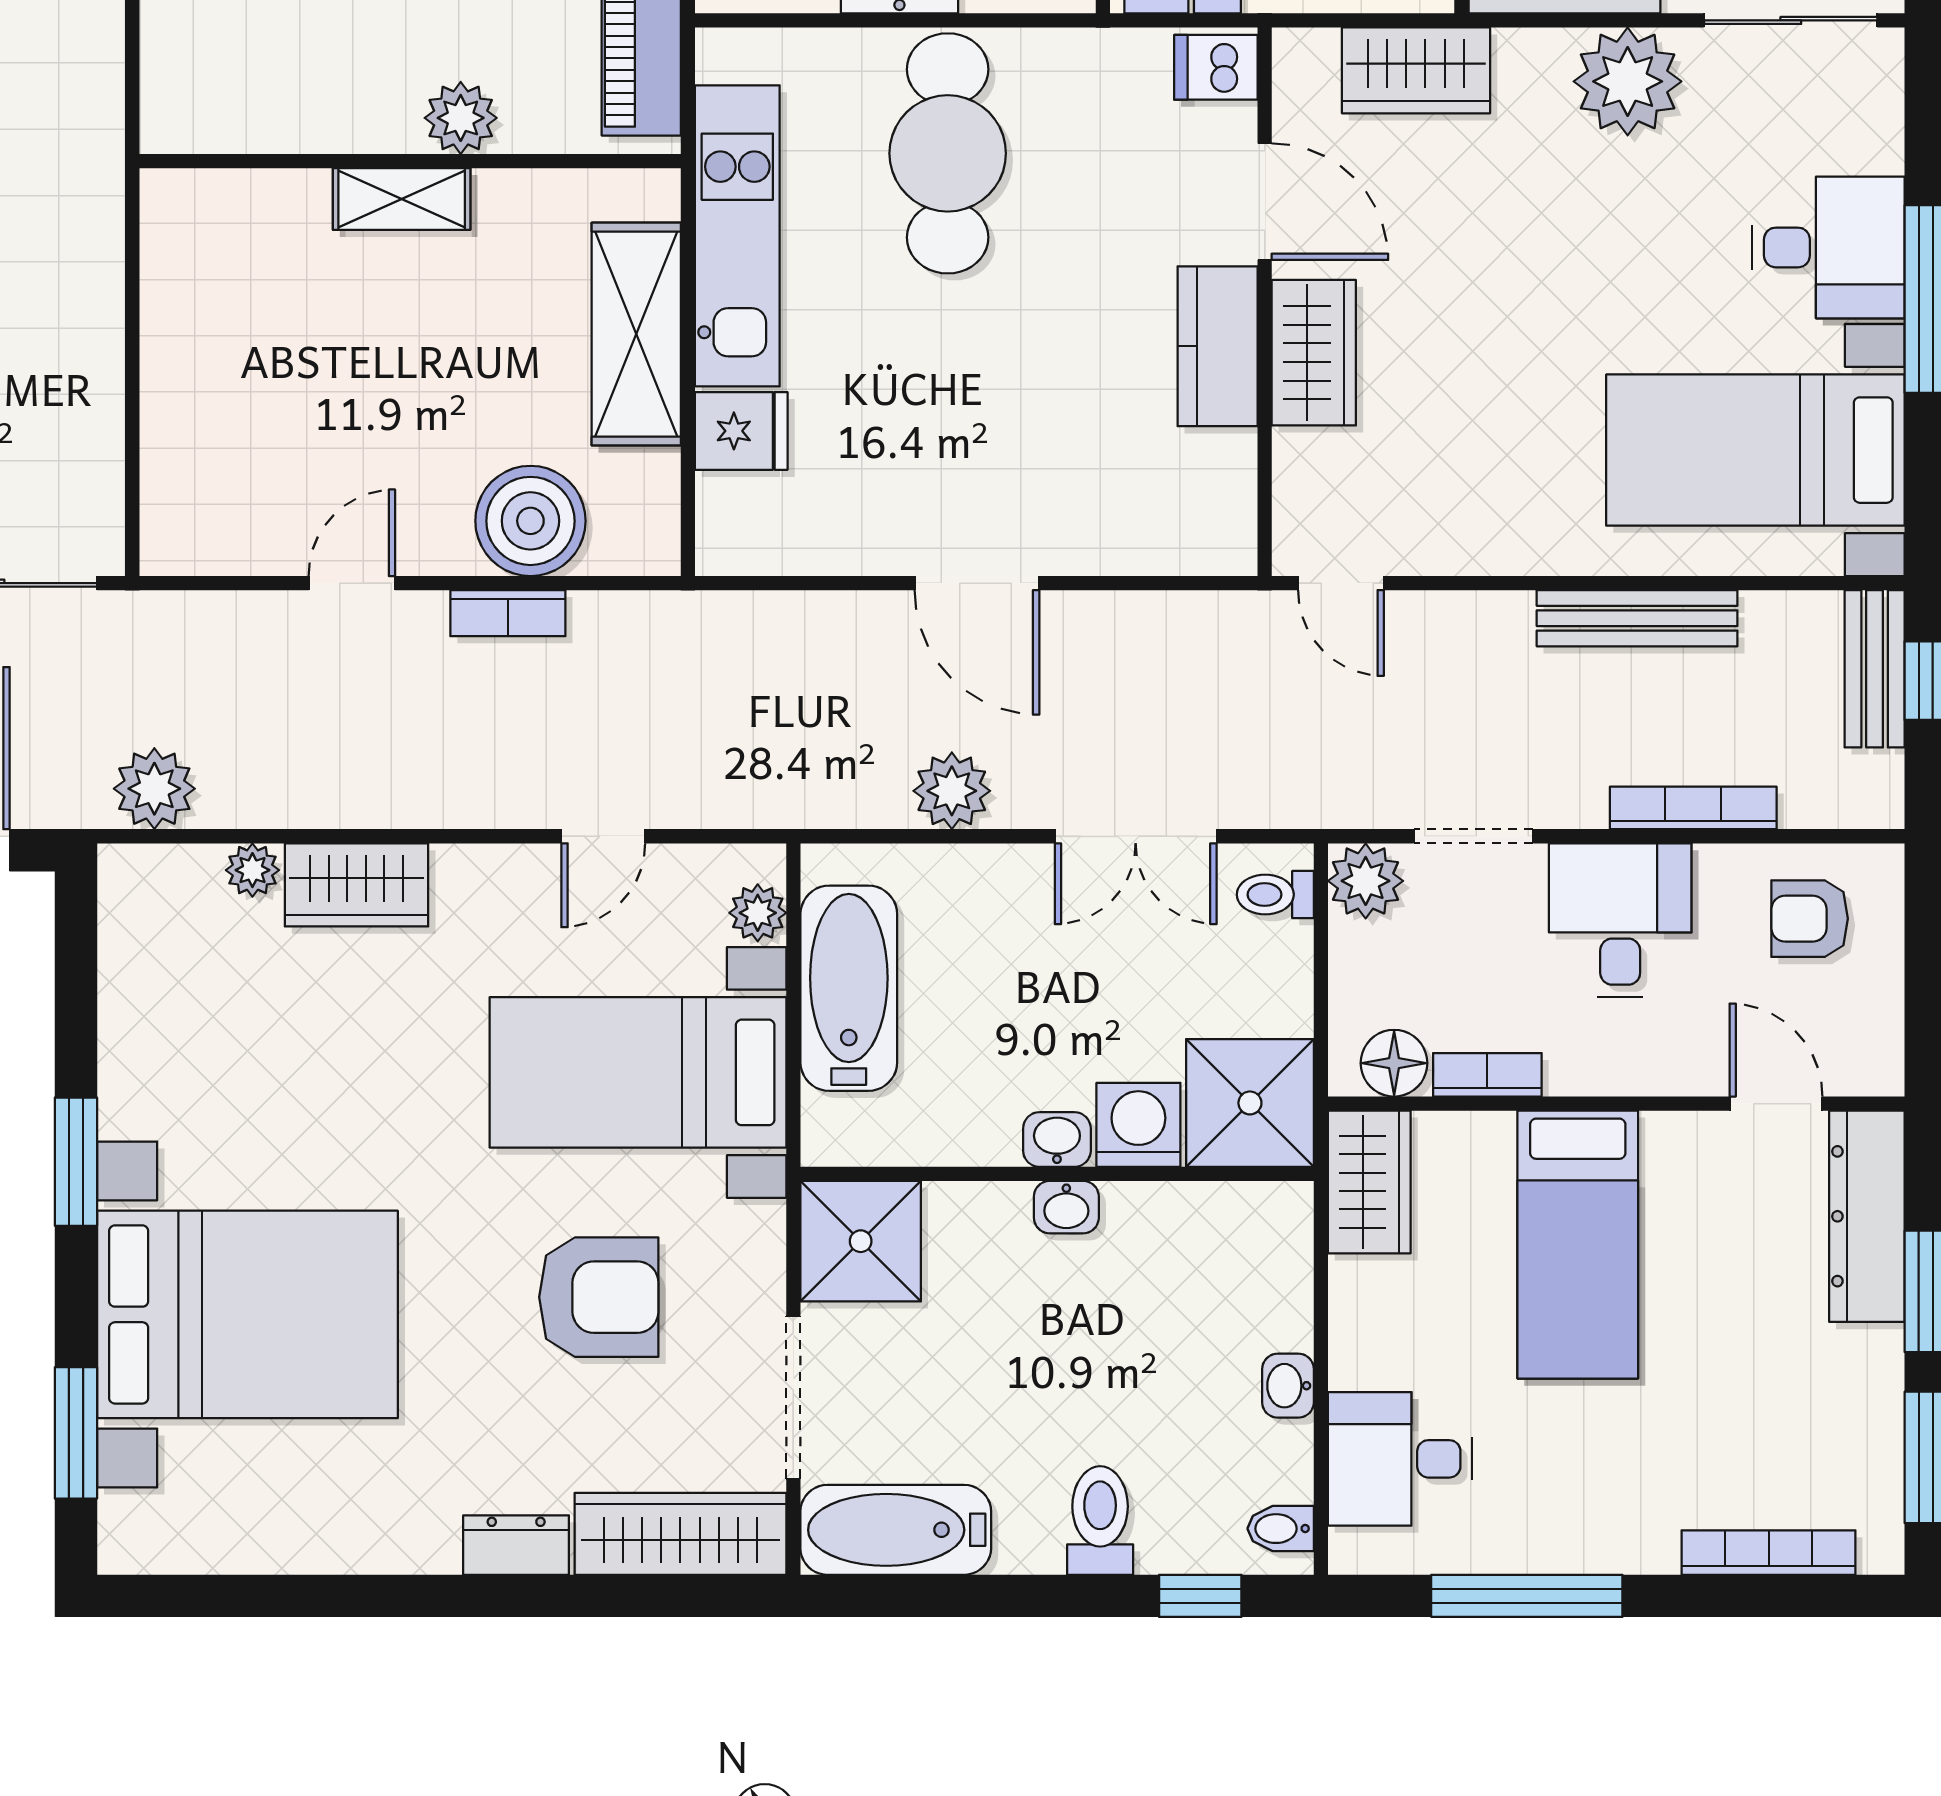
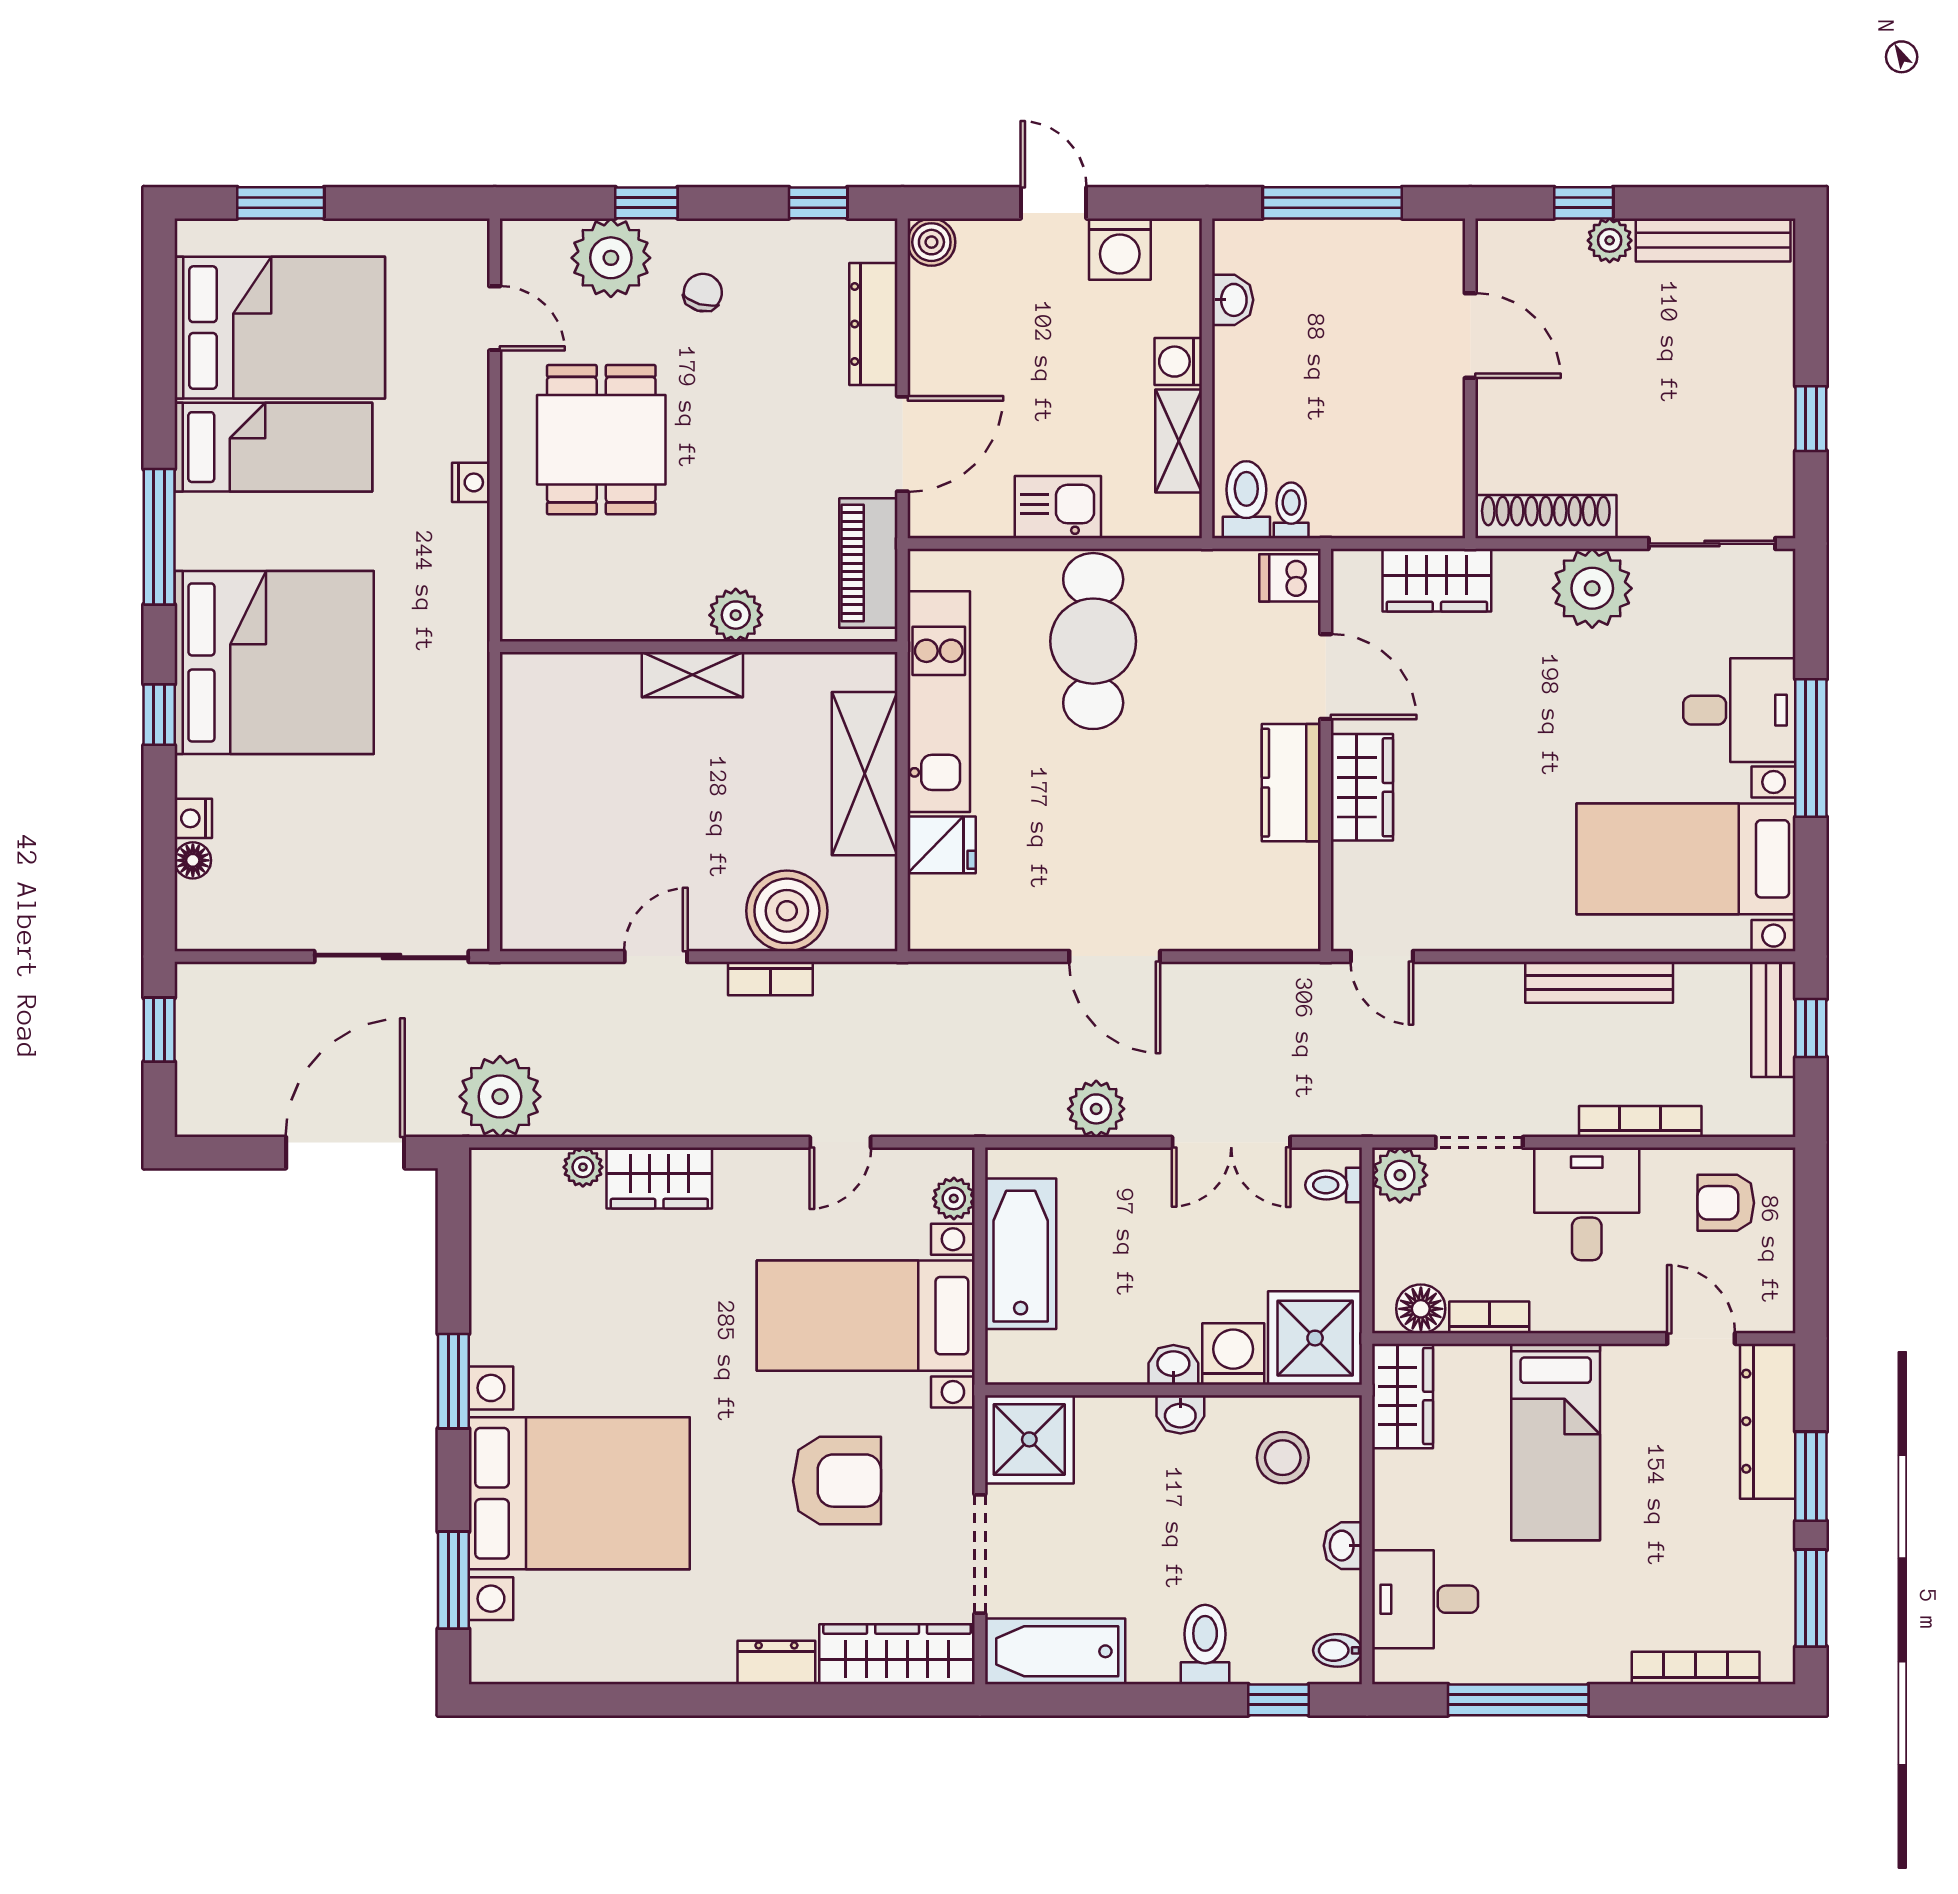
plant: (154, 789) -> (500, 1097), width x1.36, depth x1.36
stool: (1206, 1266) -> (1283, 1458), added

